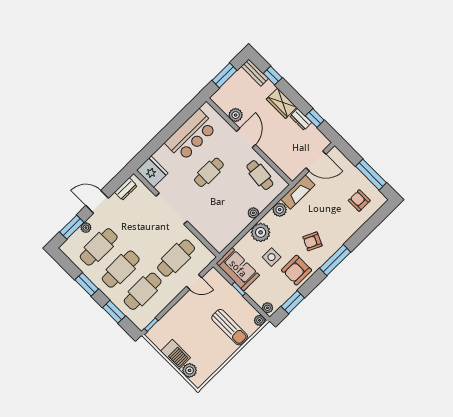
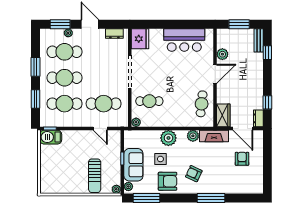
wardrobe: (282, 103) -> (223, 115), moved, turned 180
dresser: (301, 119) -> (258, 118), moved
cafe table: (209, 172) -> (149, 101), moved
window: (371, 175) -> (267, 169), removed
armchair: (359, 201) -> (242, 159), moved
plant: (253, 213) -> (136, 122), moved
window: (335, 260) -> (211, 198), moved
sofa: (238, 269) -> (133, 165), moved
armchair: (297, 270) -> (168, 181), turned 180
window: (293, 302) -> (147, 198), width x1.44
barbecue: (176, 354) -> (51, 137), moved, turned 90
plant: (190, 370) -> (46, 178), removed

